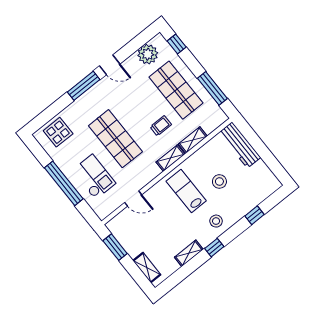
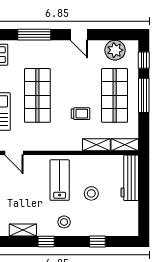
window: (84, 86) -> (34, 35), moved
window: (212, 88) -> (144, 95), moved
shelving: (170, 158) -> (125, 145), moved

